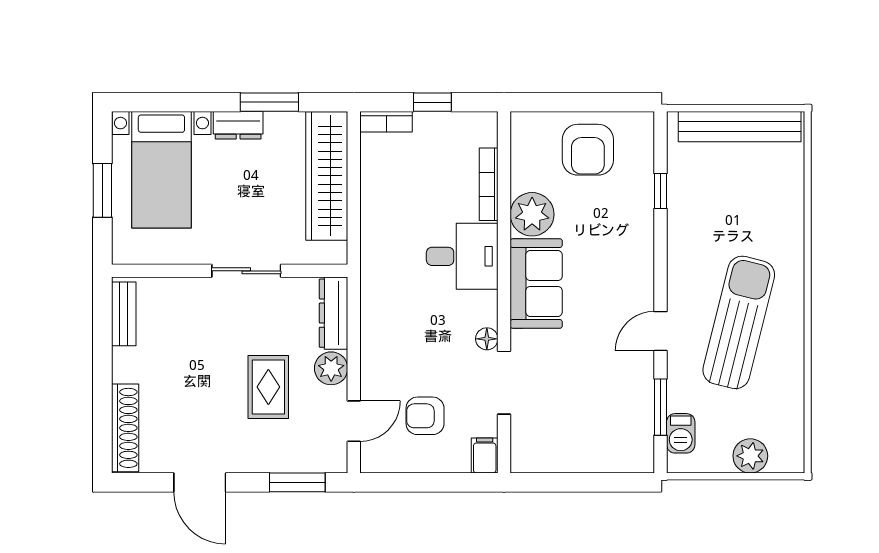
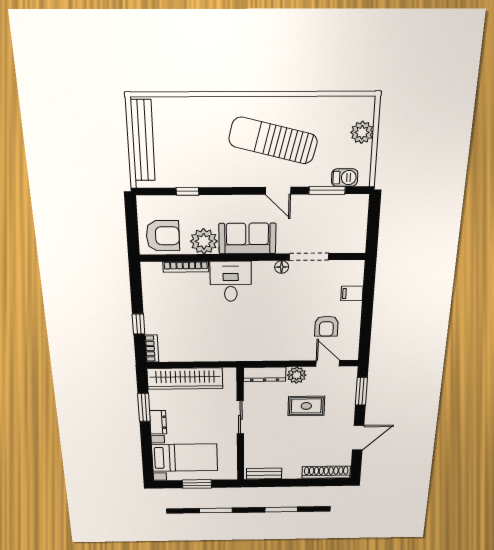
bookcase: (489, 184) -> (186, 267), moved
plant: (532, 214) -> (204, 241), moved
desk: (462, 256) -> (231, 281), moved
sofa: (536, 283) -> (247, 239), moved
wall: (504, 292) -> (253, 257), moved
floor lamp: (487, 339) -> (282, 267), moved
doorway: (504, 383) -> (309, 257), moved

